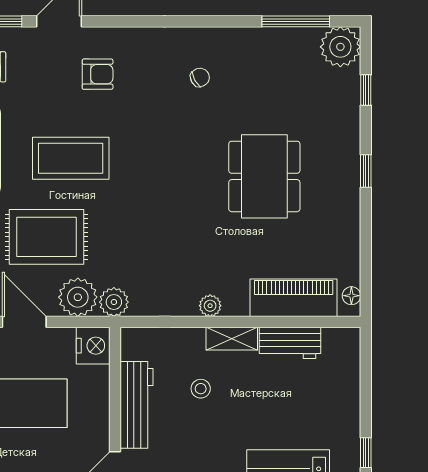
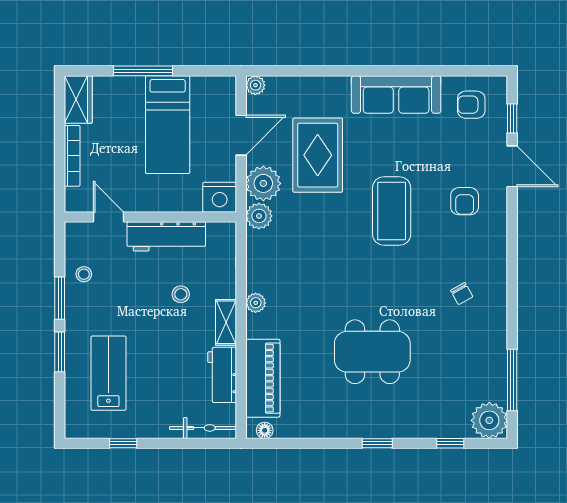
coffee table: (71, 158) -> (392, 211), moved
bicycle: (349, 364) -> (203, 428), added

